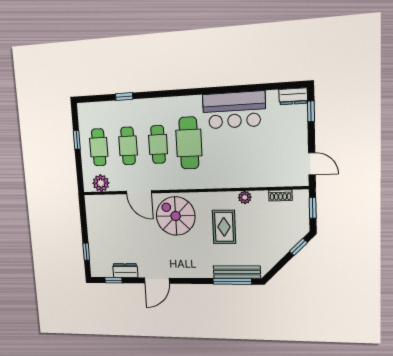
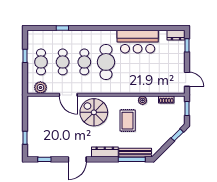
dresser: (125, 271) -> (105, 152), moved, width x1.44

